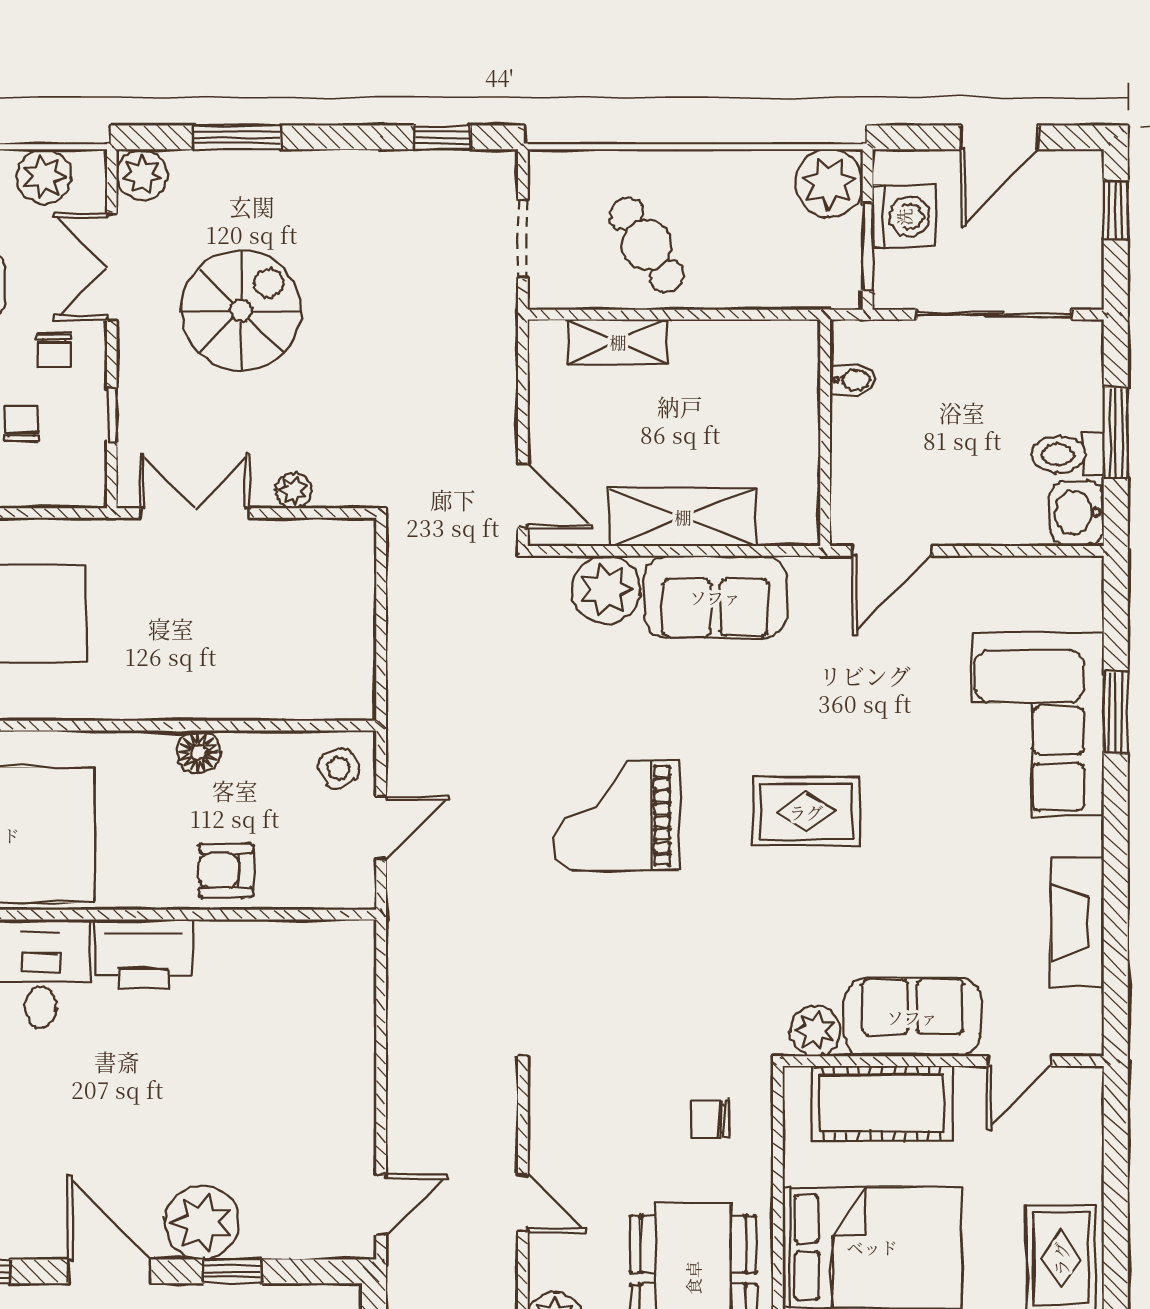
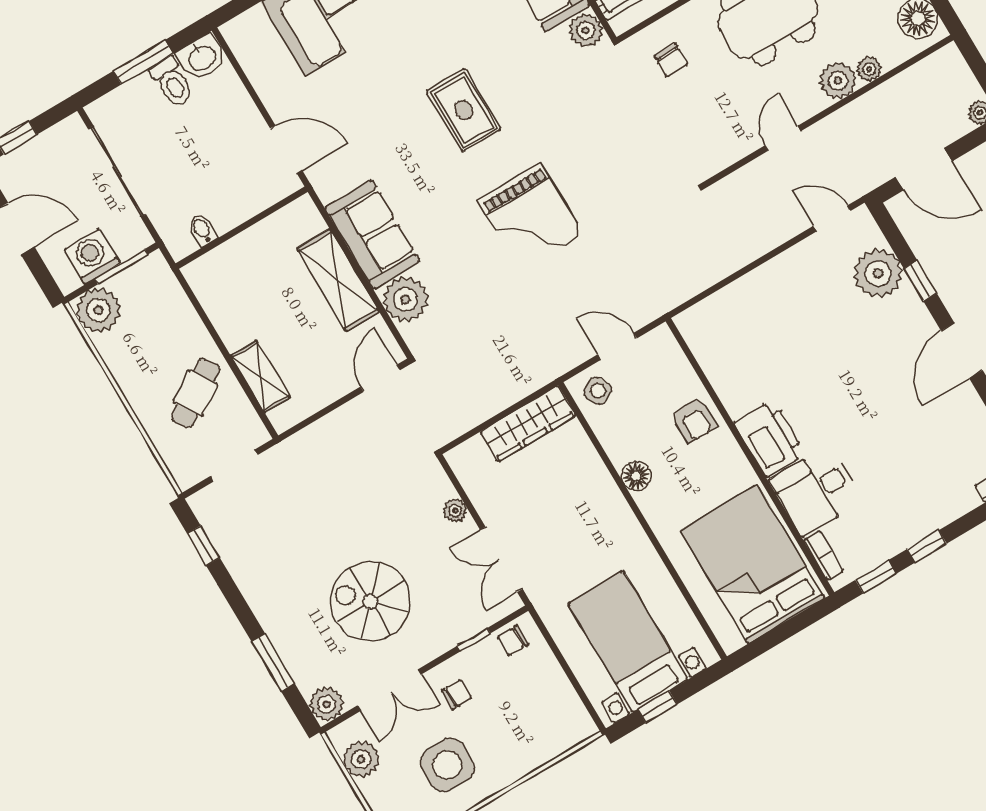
chair: (21, 424) -> (513, 641), moved
wardrobe: (350, 652) -> (528, 424), added
plant: (202, 1222) -> (878, 273), moved

